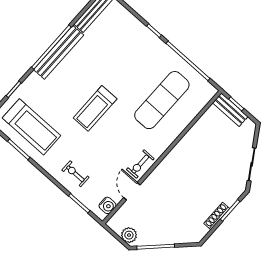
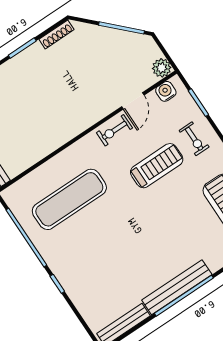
treadmill: (95, 108) -> (157, 166), moved
exercise bike: (140, 164) -> (114, 130), turned 180
shoe rack: (217, 216) -> (56, 34), moved
plant: (129, 235) -> (162, 68), moved

